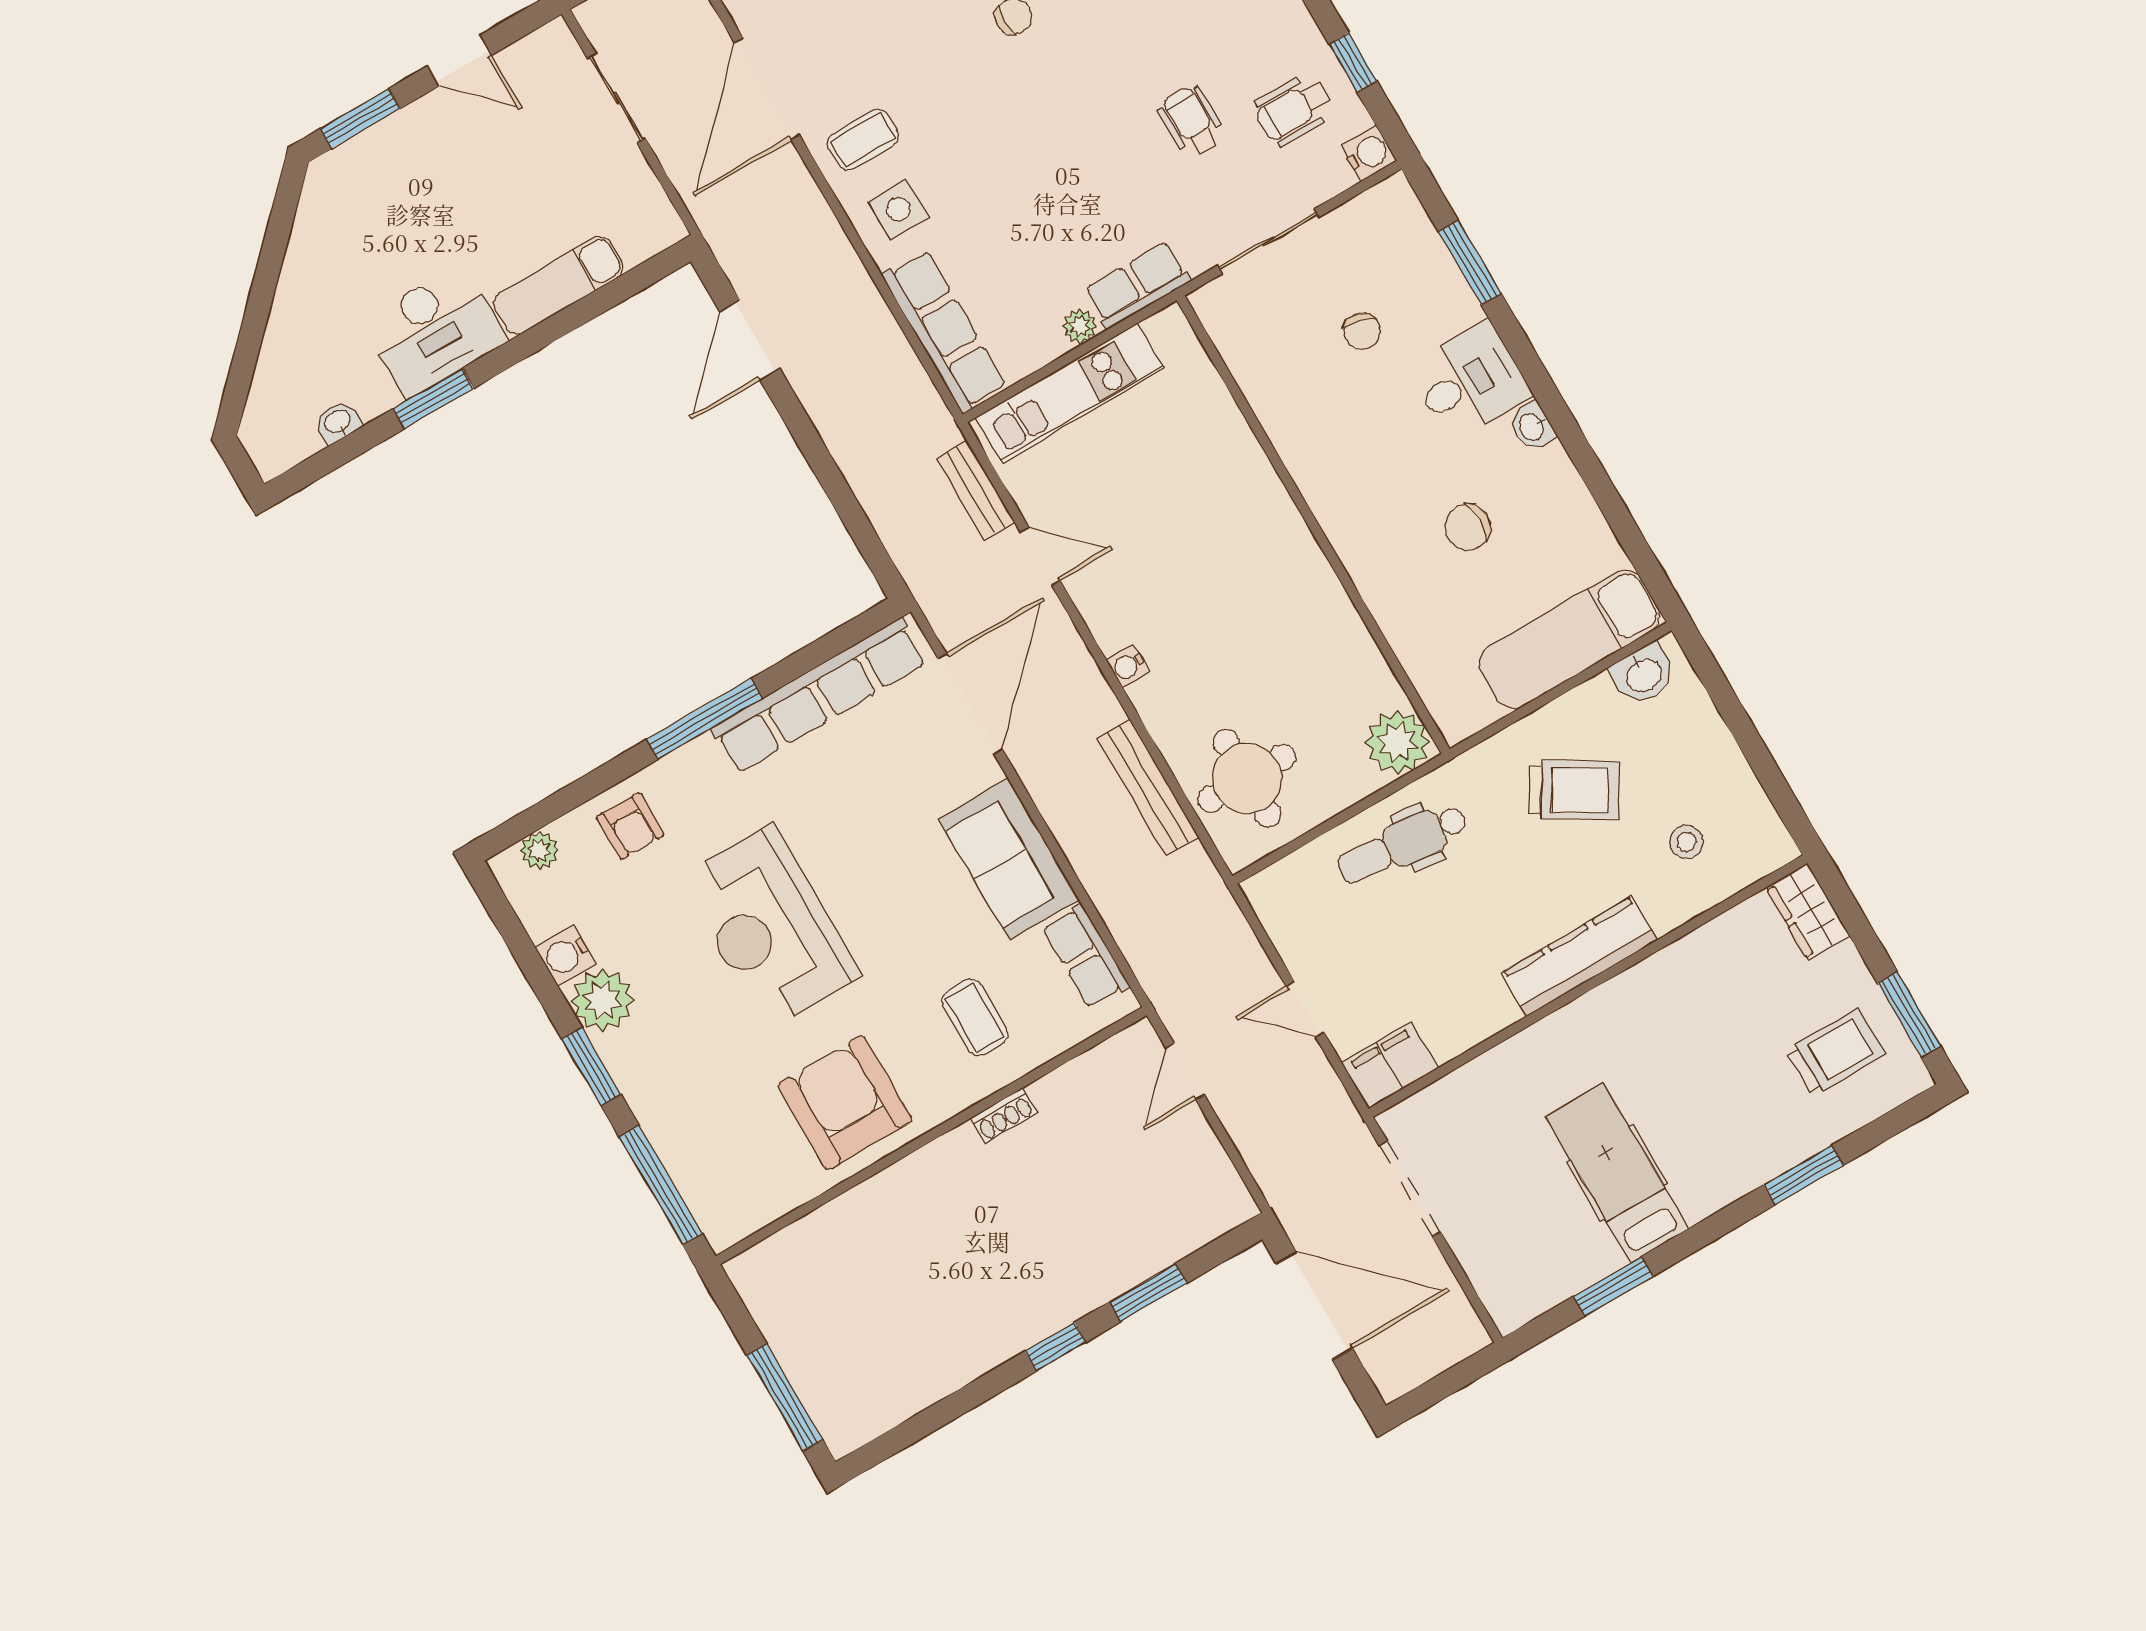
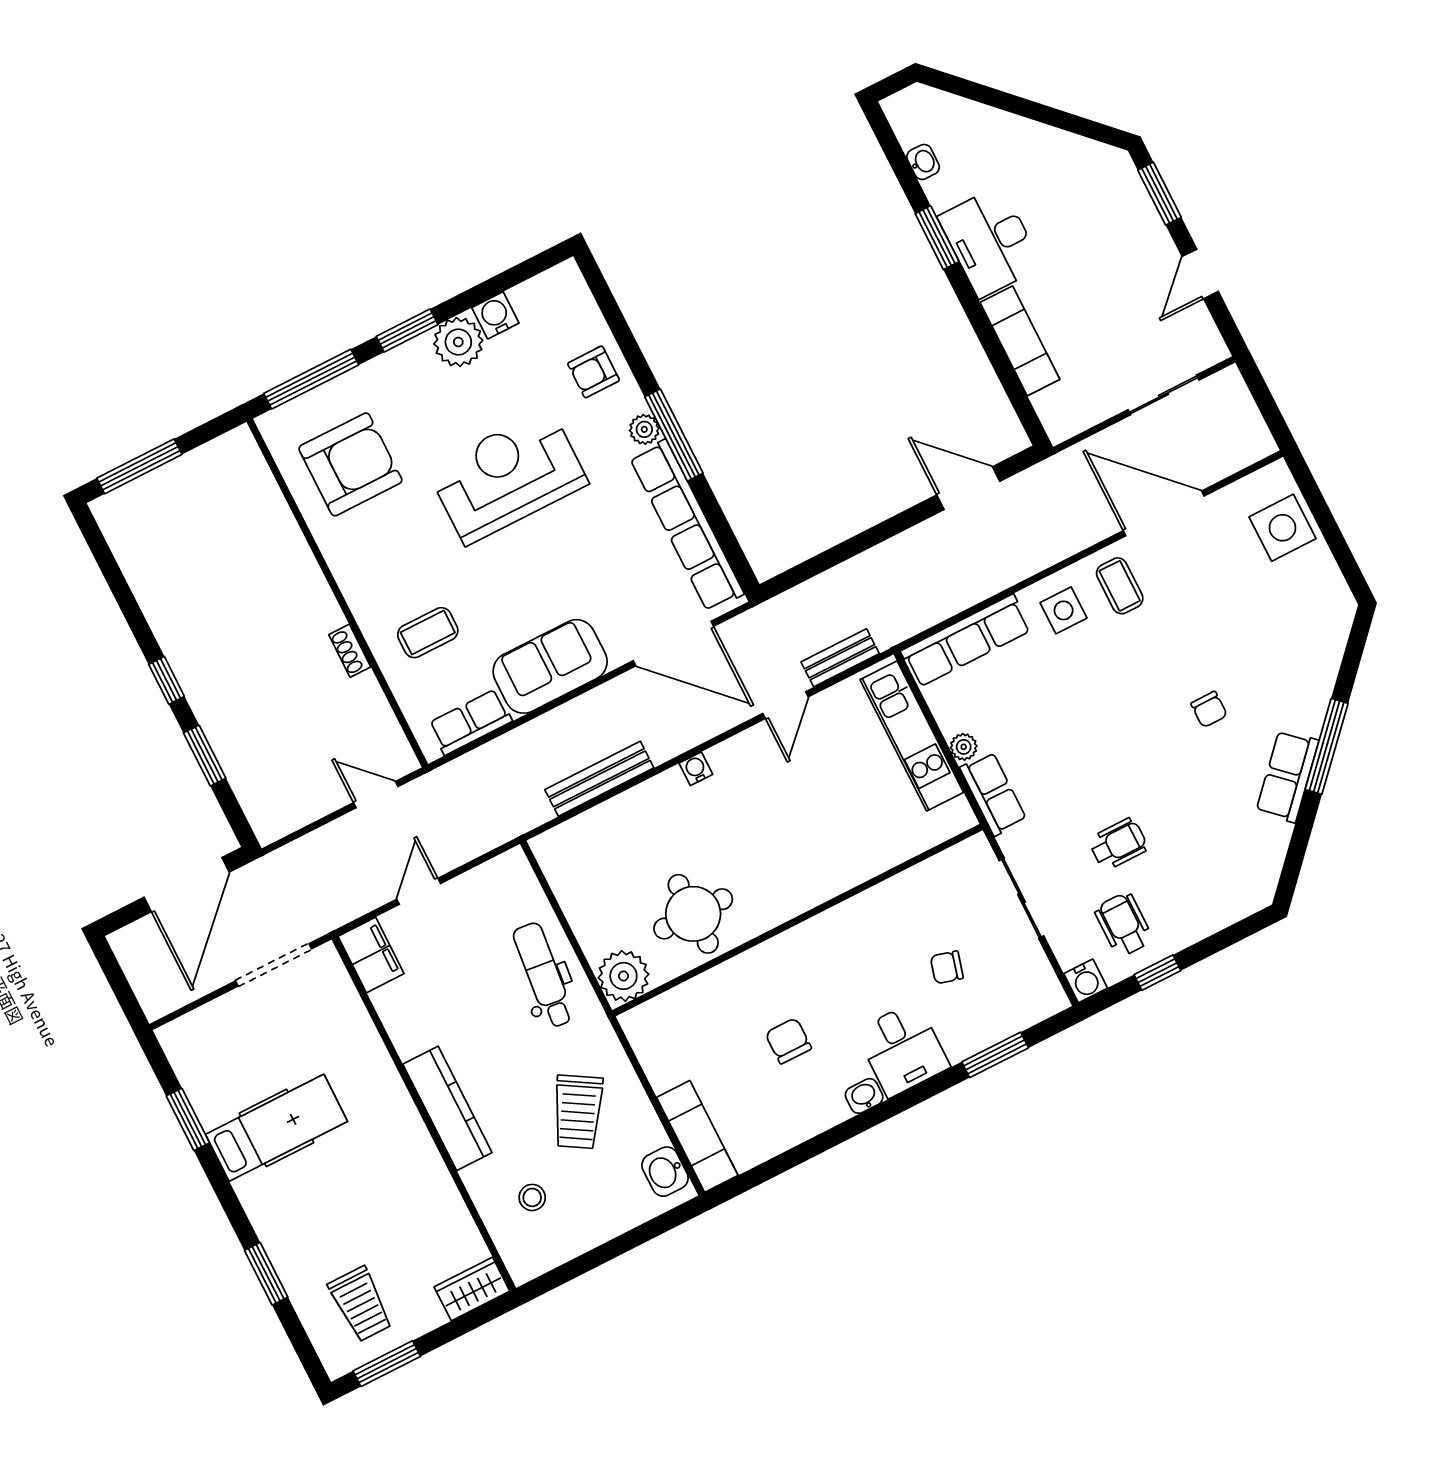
exam couch: (1569, 639) -> (697, 1136), width x0.73, depth x0.69
round table: (1247, 778) -> (693, 914), moved
plant: (540, 850) -> (644, 429), moved
armchair: (845, 1103) -> (350, 464), moved

